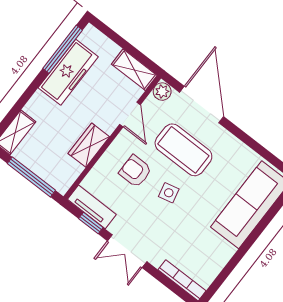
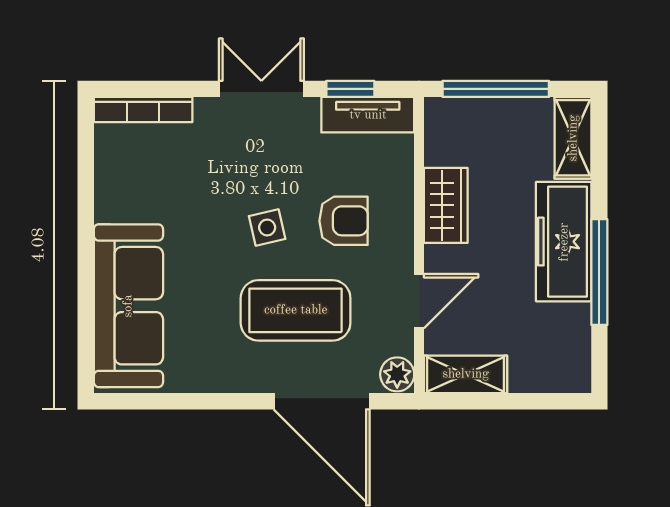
window: (63, 49) -> (599, 272), moved
freezer: (68, 72) -> (564, 242), moved
door: (130, 114) -> (419, 301), swing flipped

